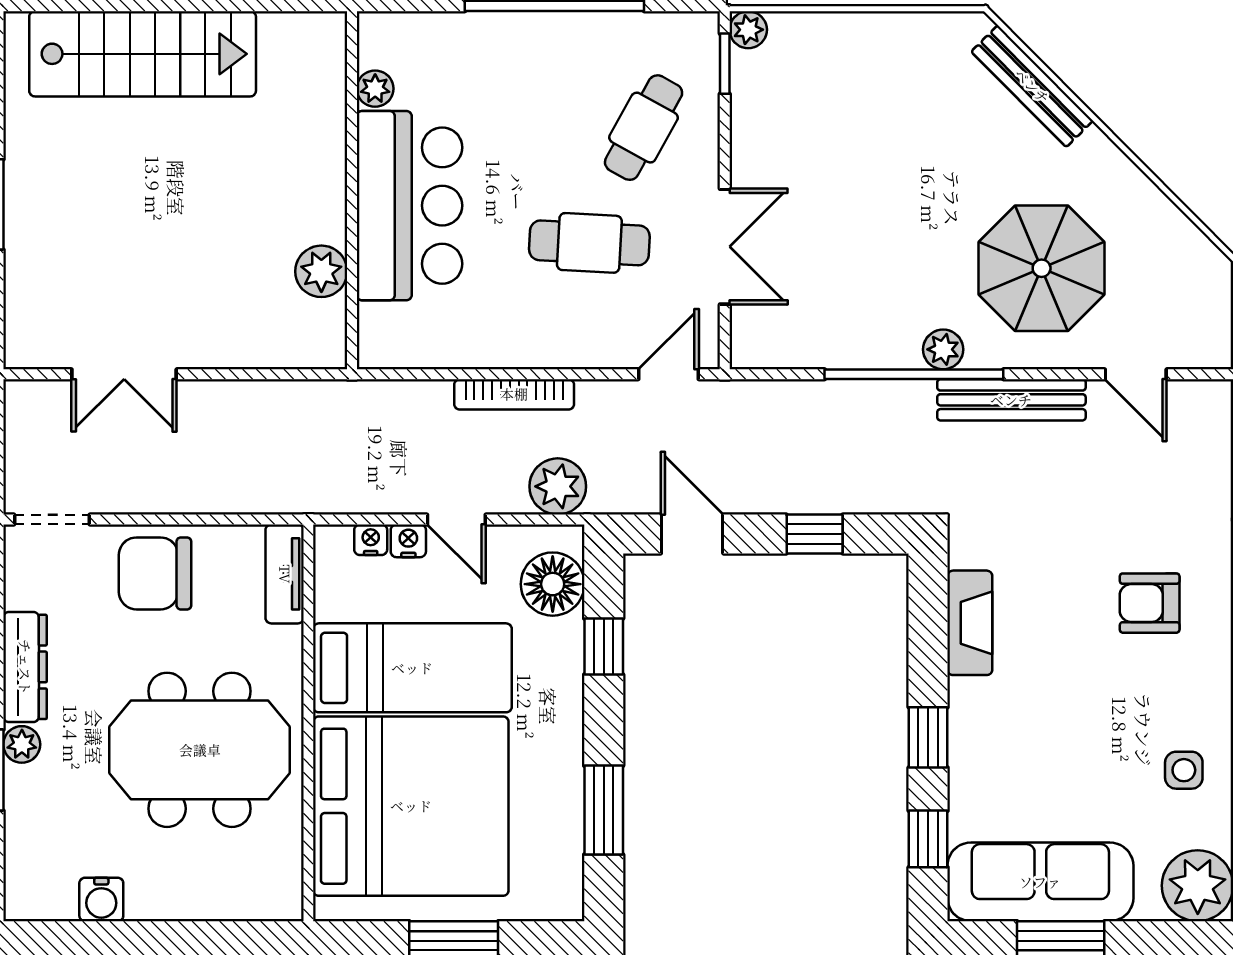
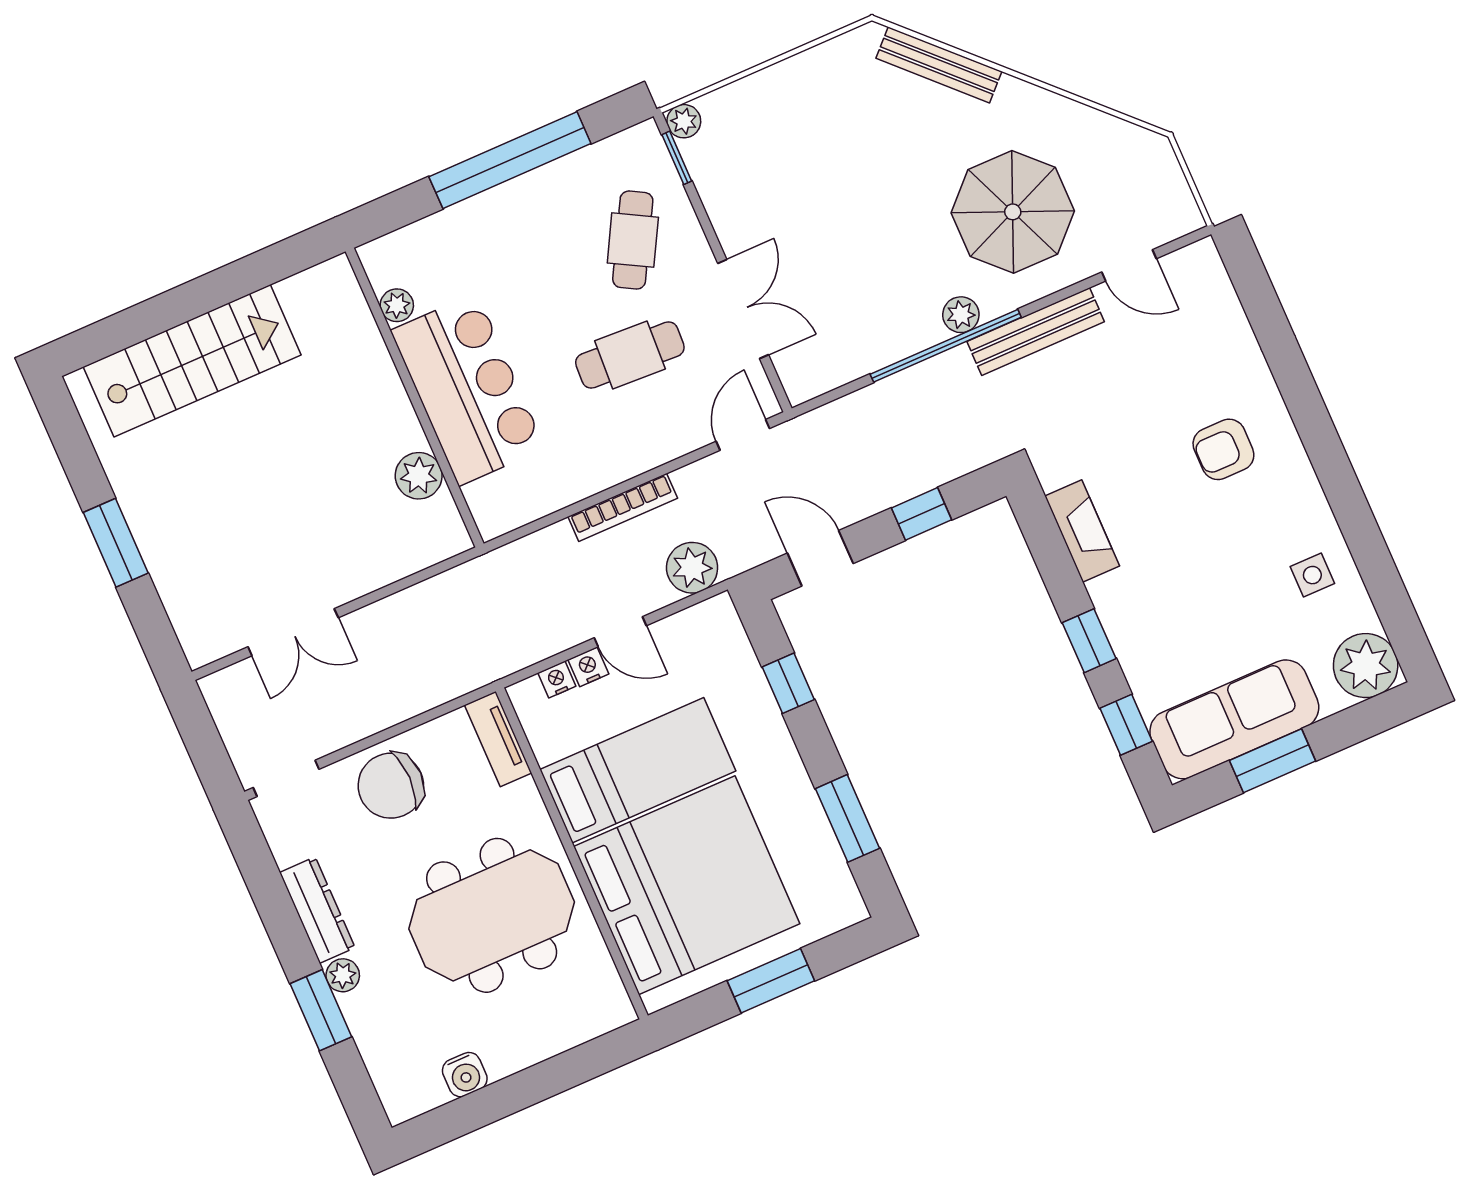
floor lamp: (553, 584) -> (723, 650), removed

